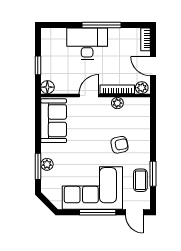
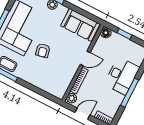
door: (89, 95) -> (85, 58), hinge flipped
plant: (117, 103) -> (70, 76), removed
armchair: (120, 145) -> (43, 50), moved

